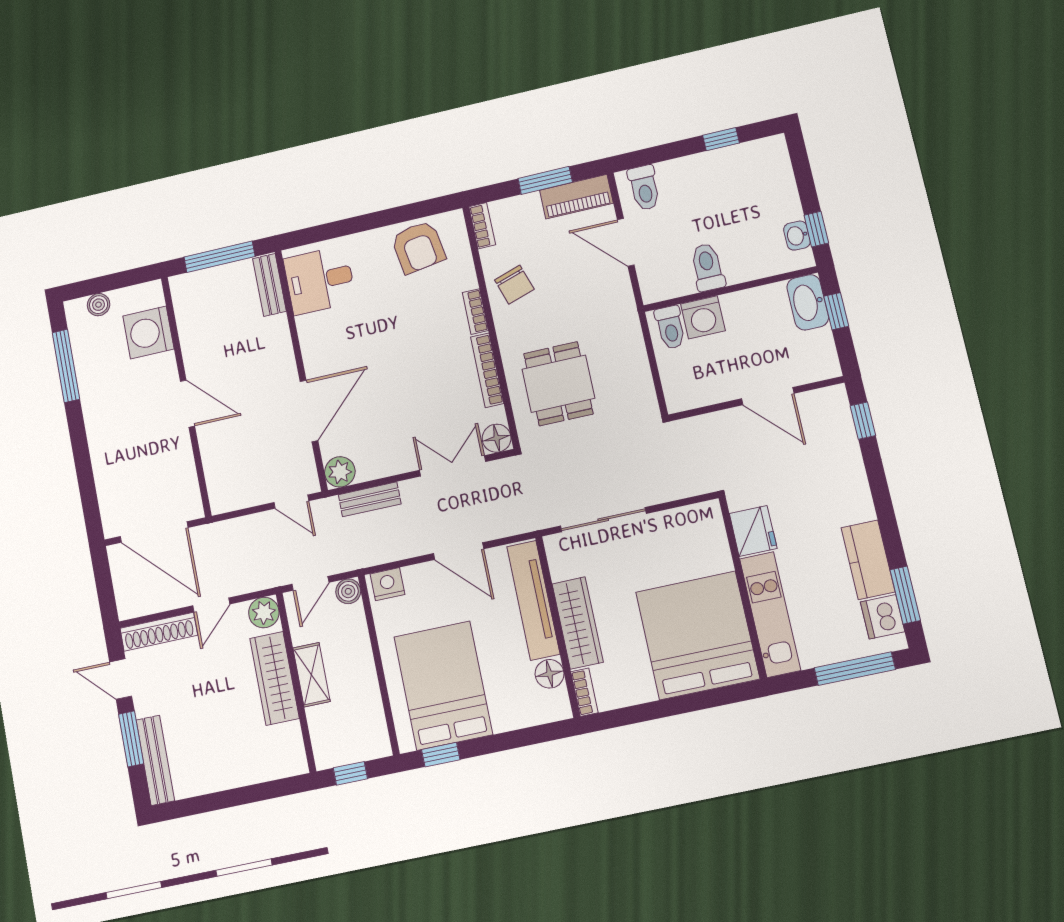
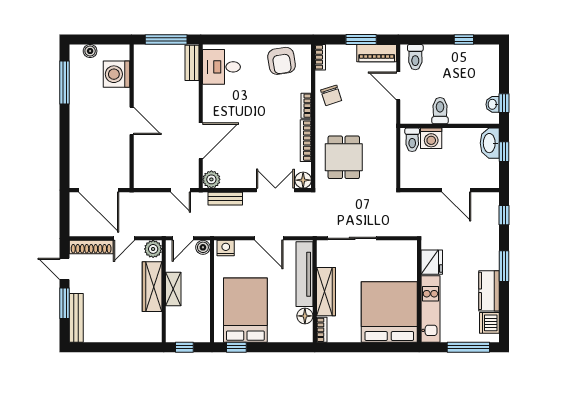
window: (905, 595) -> (504, 266), moved

